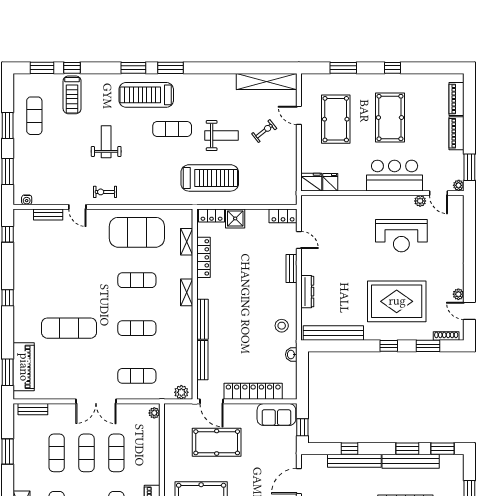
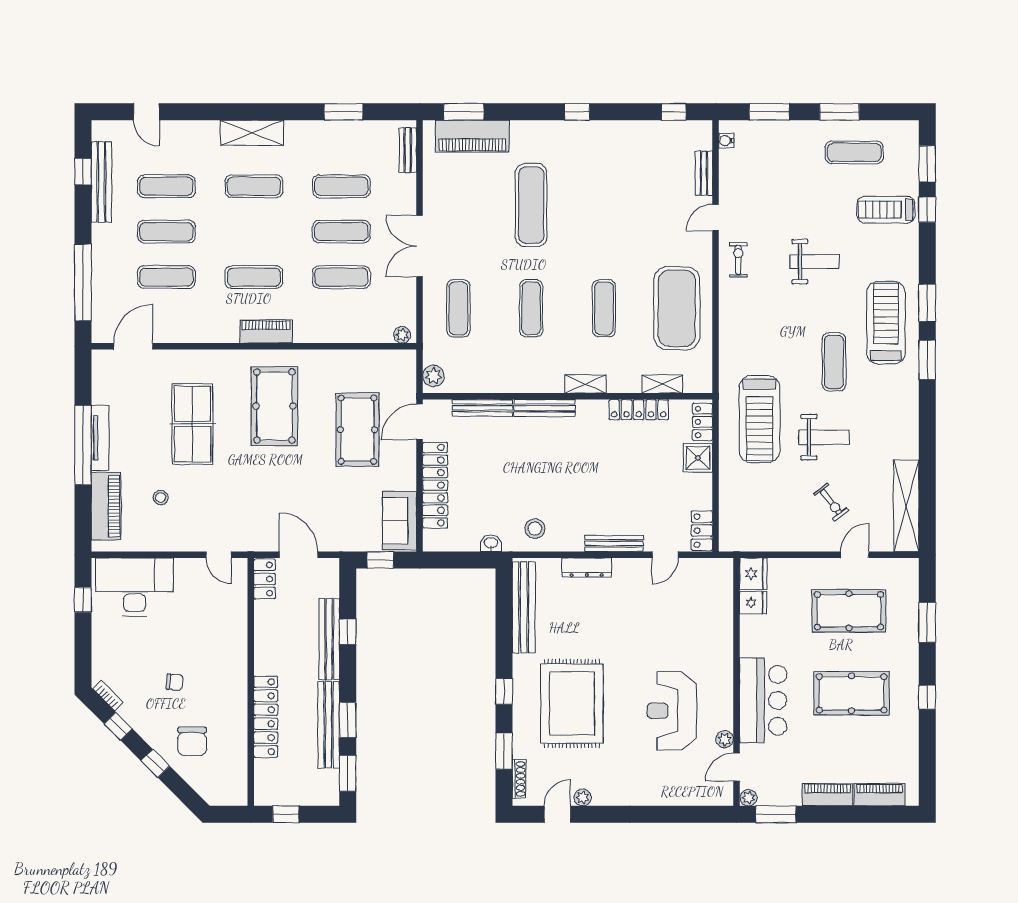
weight bench: (222, 136) -> (824, 437), turned -90
bench: (291, 268) -> (614, 543), width x1.36

